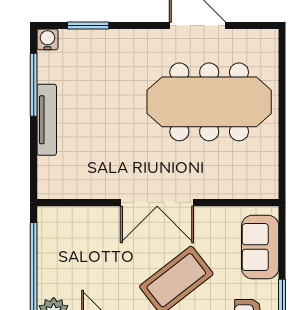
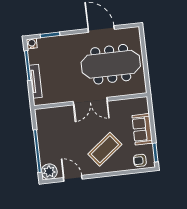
double door: (157, 203) -> (90, 101), moved
wall: (158, 203) -> (91, 101), moved

